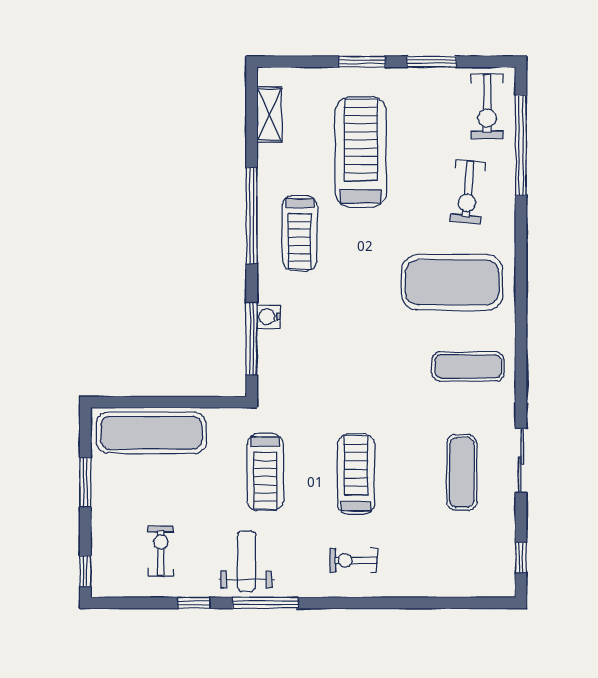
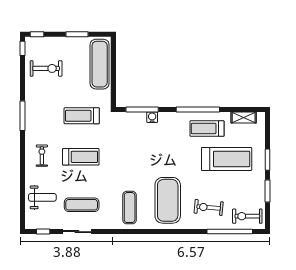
treadmill: (300, 233) -> (207, 129), moved
sliding door: (521, 460) -> (77, 232), moved
exercise bike: (161, 551) -> (46, 68), width x1.38, depth x1.39
weight bench: (246, 561) -> (42, 197), moved
window: (194, 603) -> (23, 48), moved

